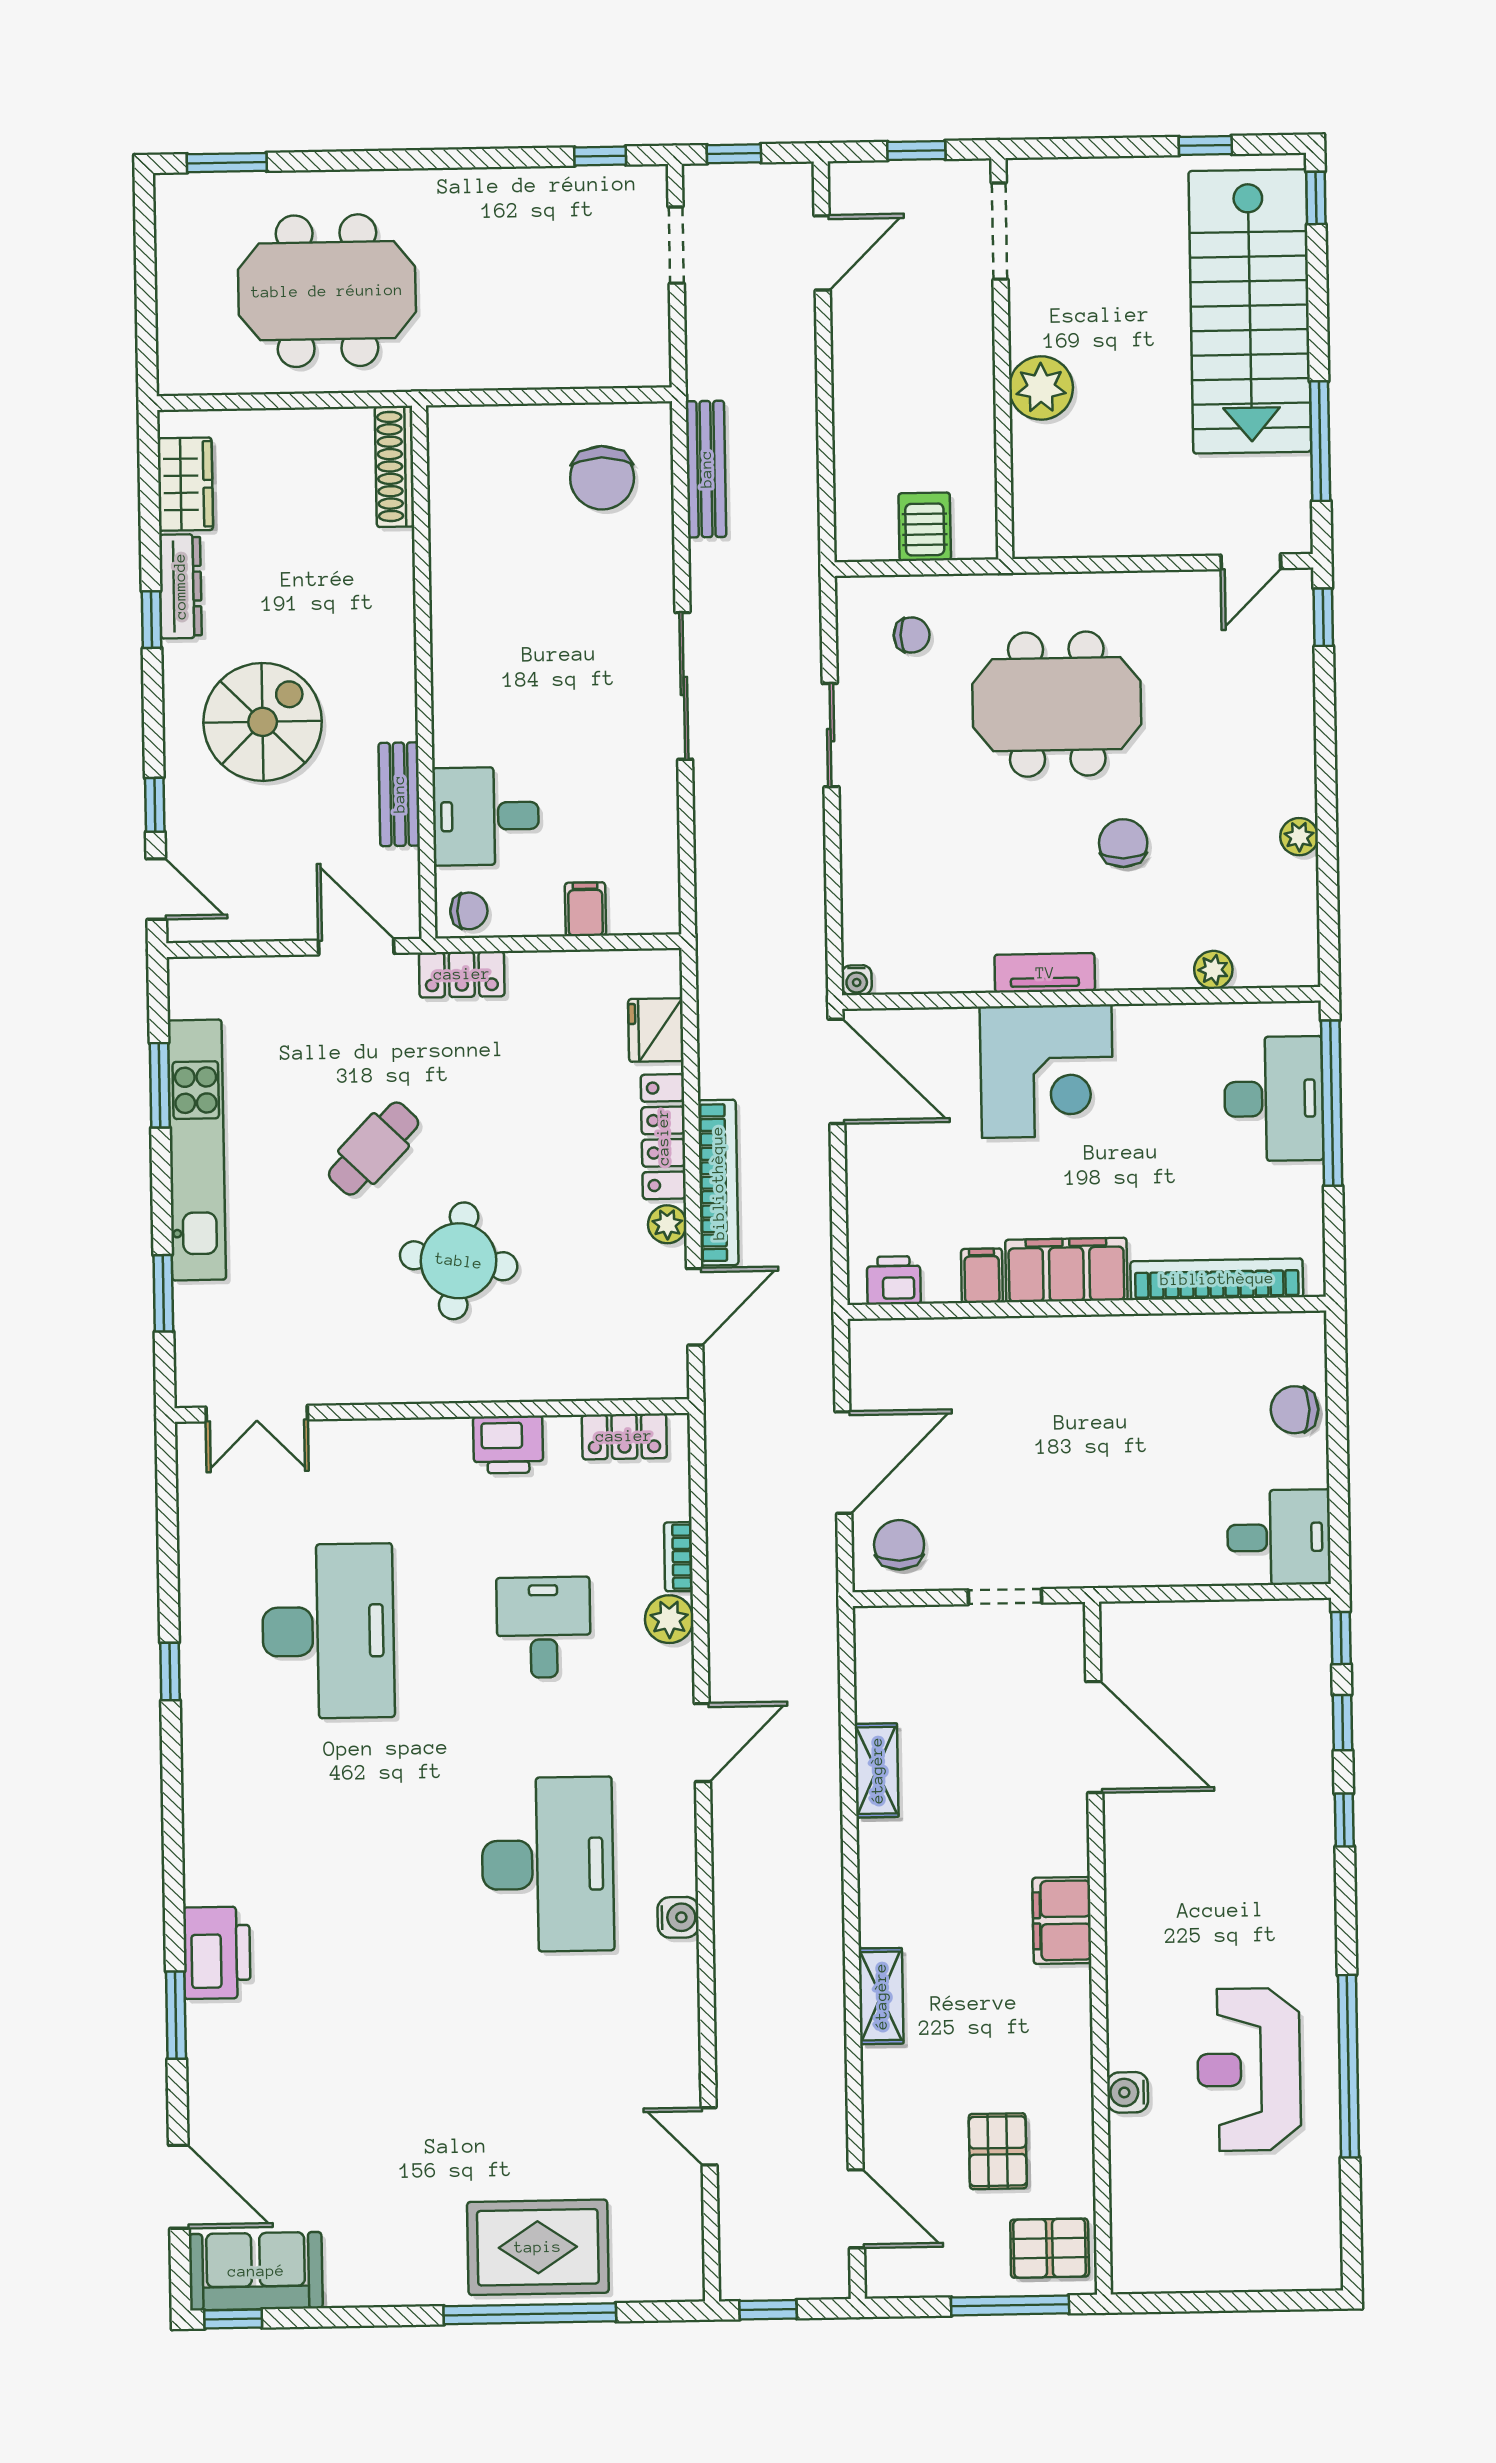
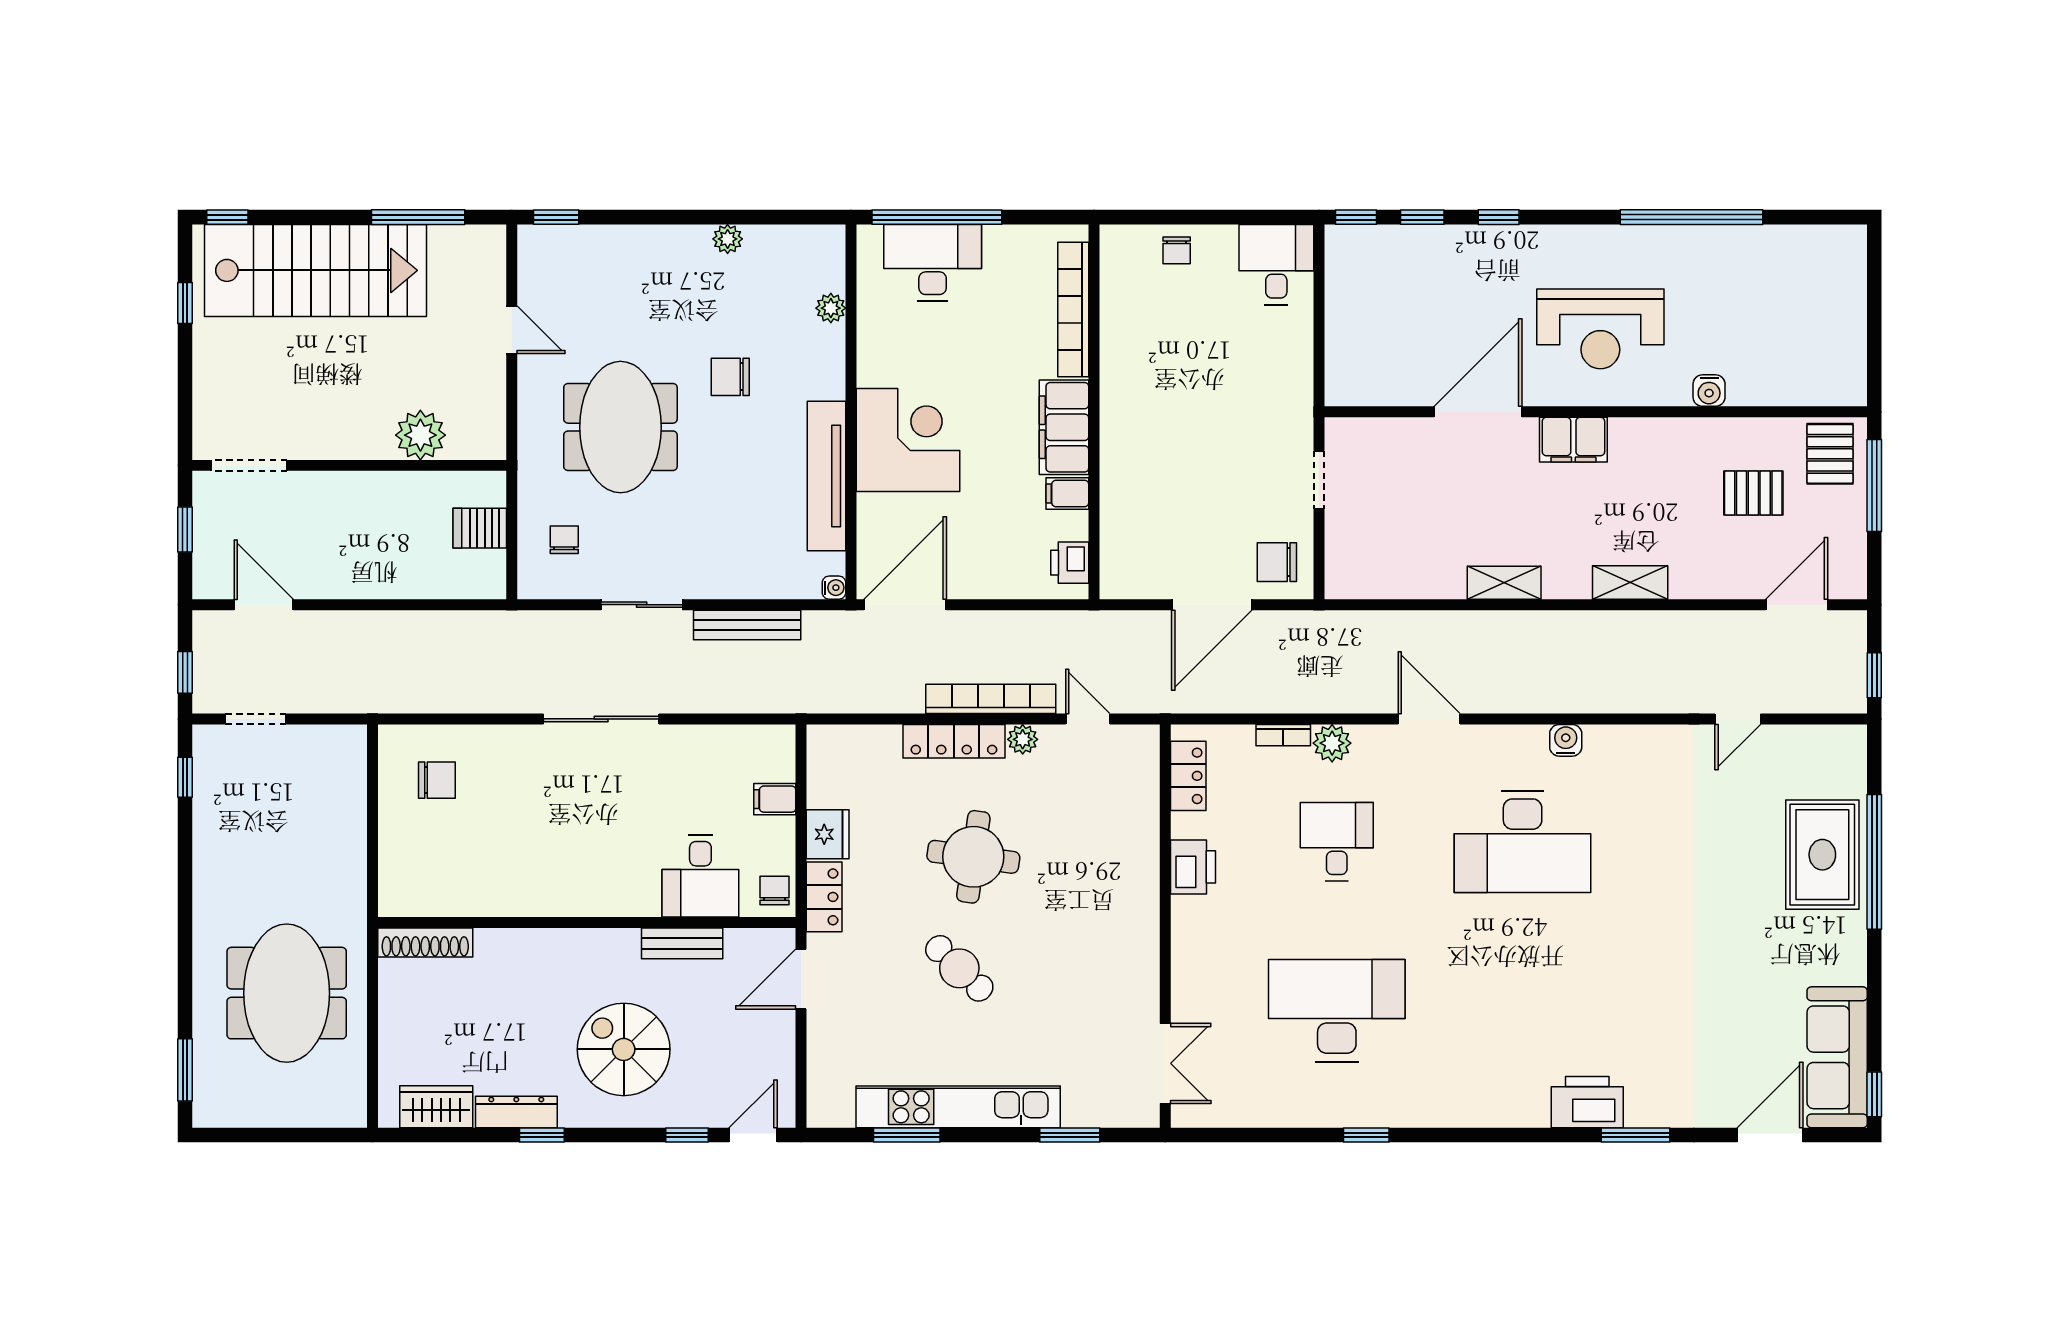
plant: (1041, 388) -> (420, 435), moved
bench: (706, 469) -> (747, 625), moved
chair: (602, 478) -> (437, 780), width x0.73, depth x0.73
door: (1251, 562) -> (512, 330), moved
tv unit: (1045, 973) -> (826, 476), width x1.92, depth x1.29
fridge: (656, 1030) -> (828, 834), moved, turned -90
round table: (459, 1261) -> (973, 857), moved
door: (695, 1307) -> (1088, 719), width x0.73
chair: (1295, 1410) -> (1177, 250), width x0.73, depth x0.73
door: (843, 1463) -> (1212, 605), swing flipped
desk: (544, 1627) -> (1337, 842), turned 90
door: (1094, 1737) -> (1478, 412), moved
shelving: (877, 1770) -> (1504, 583), moved
desk: (548, 1864) -> (1523, 842), turned 180
reception desk: (1249, 2069) -> (1600, 329), moved
sofa: (256, 2271) -> (1837, 1057), width x1.36

